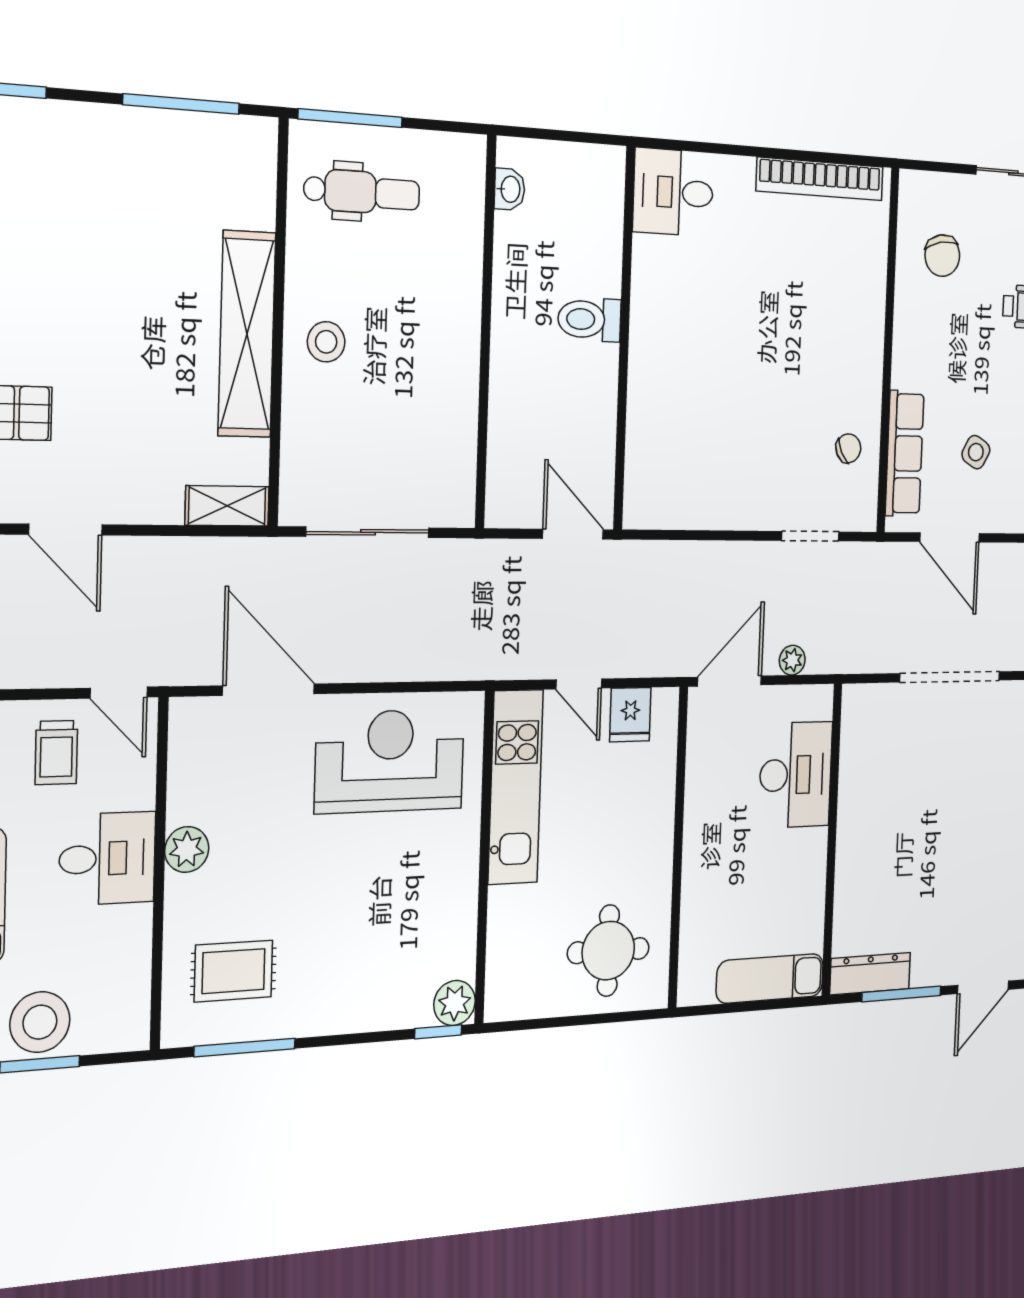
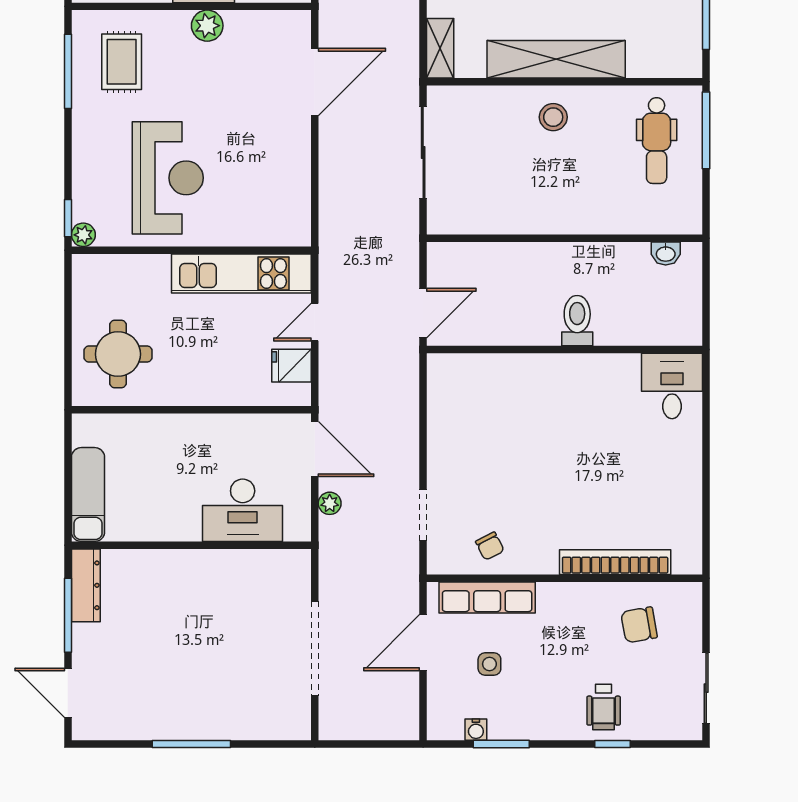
bookcase: (820, 179) -> (615, 562), moved, turned 90
side table: (976, 452) -> (489, 664), turned -30
reception desk: (390, 761) -> (168, 178), moved
plant: (455, 1003) -> (83, 235), width x0.73, depth x0.73

